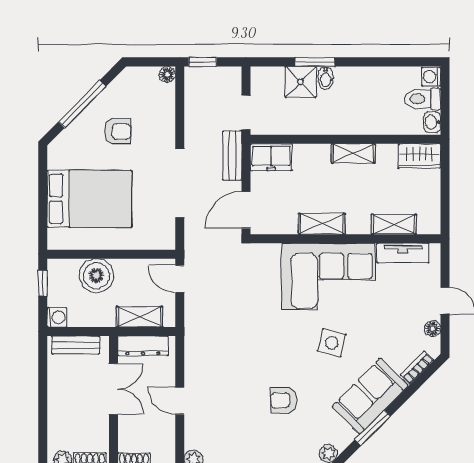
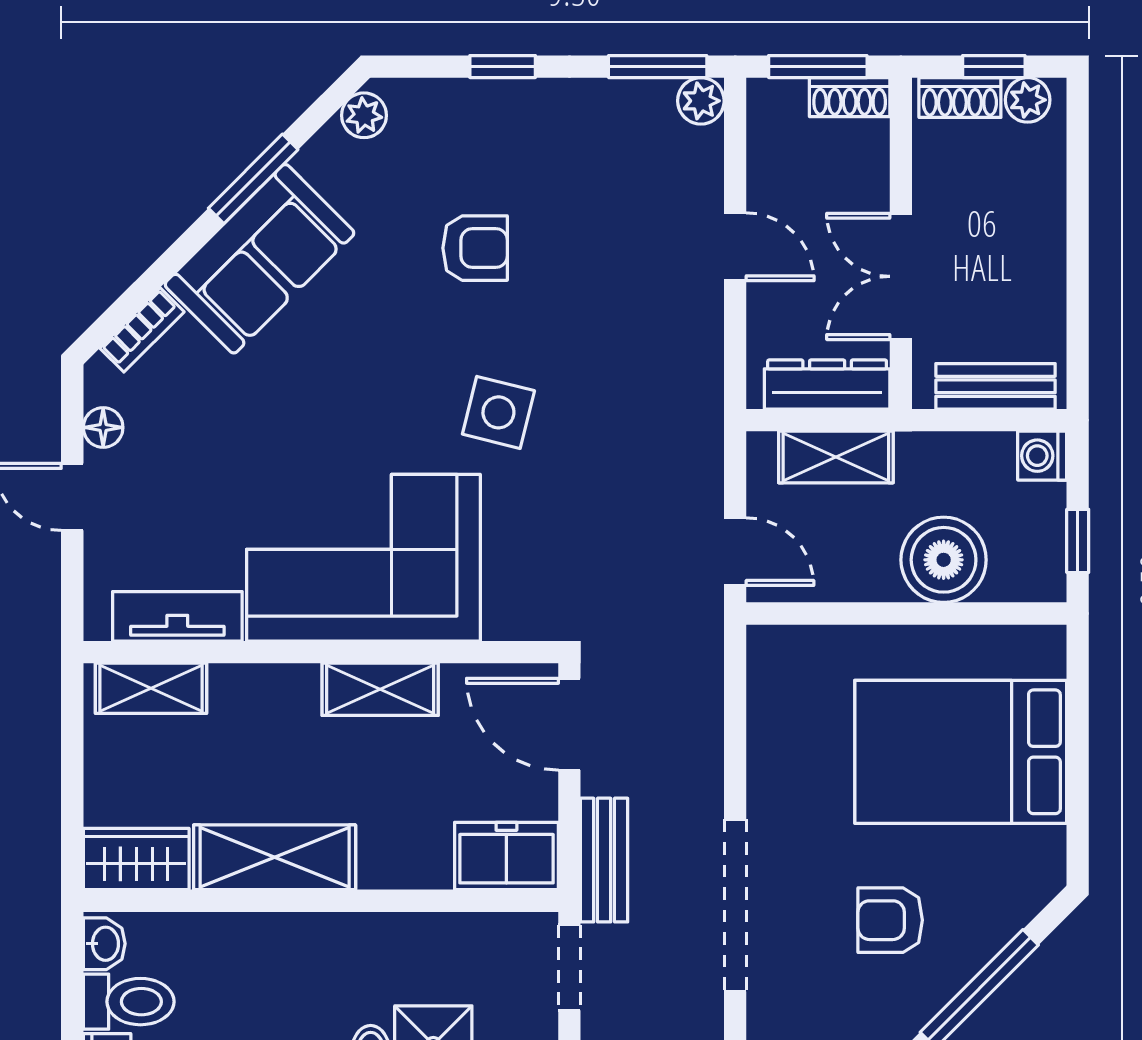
shelving: (353, 153) -> (275, 857), width x1.50, depth x1.33
doorway: (180, 183) -> (735, 906), moved
door: (246, 210) -> (569, 724), swing flipped
shelving: (394, 224) -> (151, 688), moved
side table: (332, 343) -> (498, 412), moved

